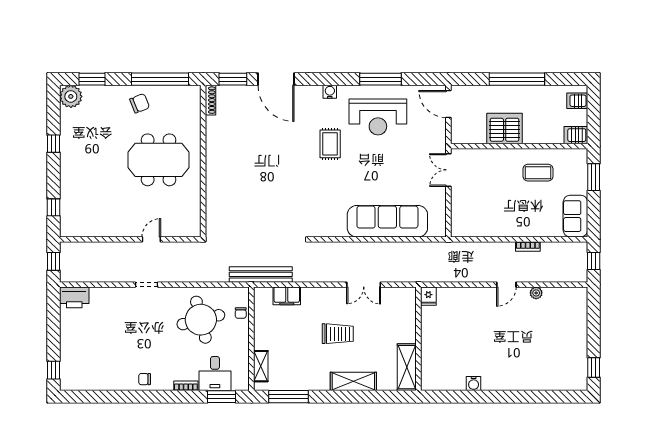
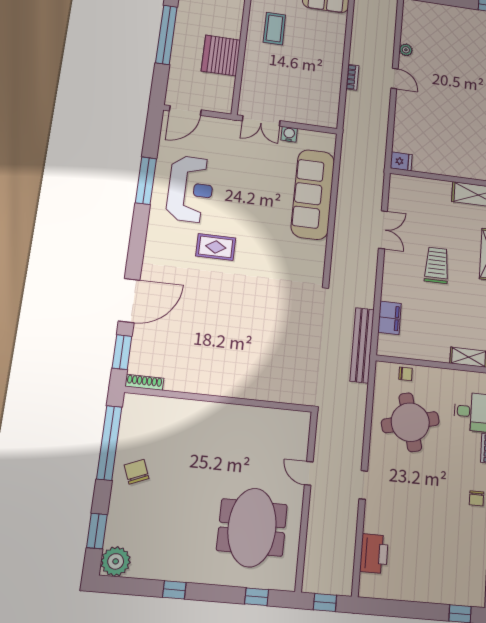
water cooler: (330, 92) -> (289, 134), moved, turned 90
meeting table: (159, 160) -> (252, 527), moved
bookcase: (528, 247) -> (352, 77), moved
printer: (74, 297) -> (374, 554), moved

